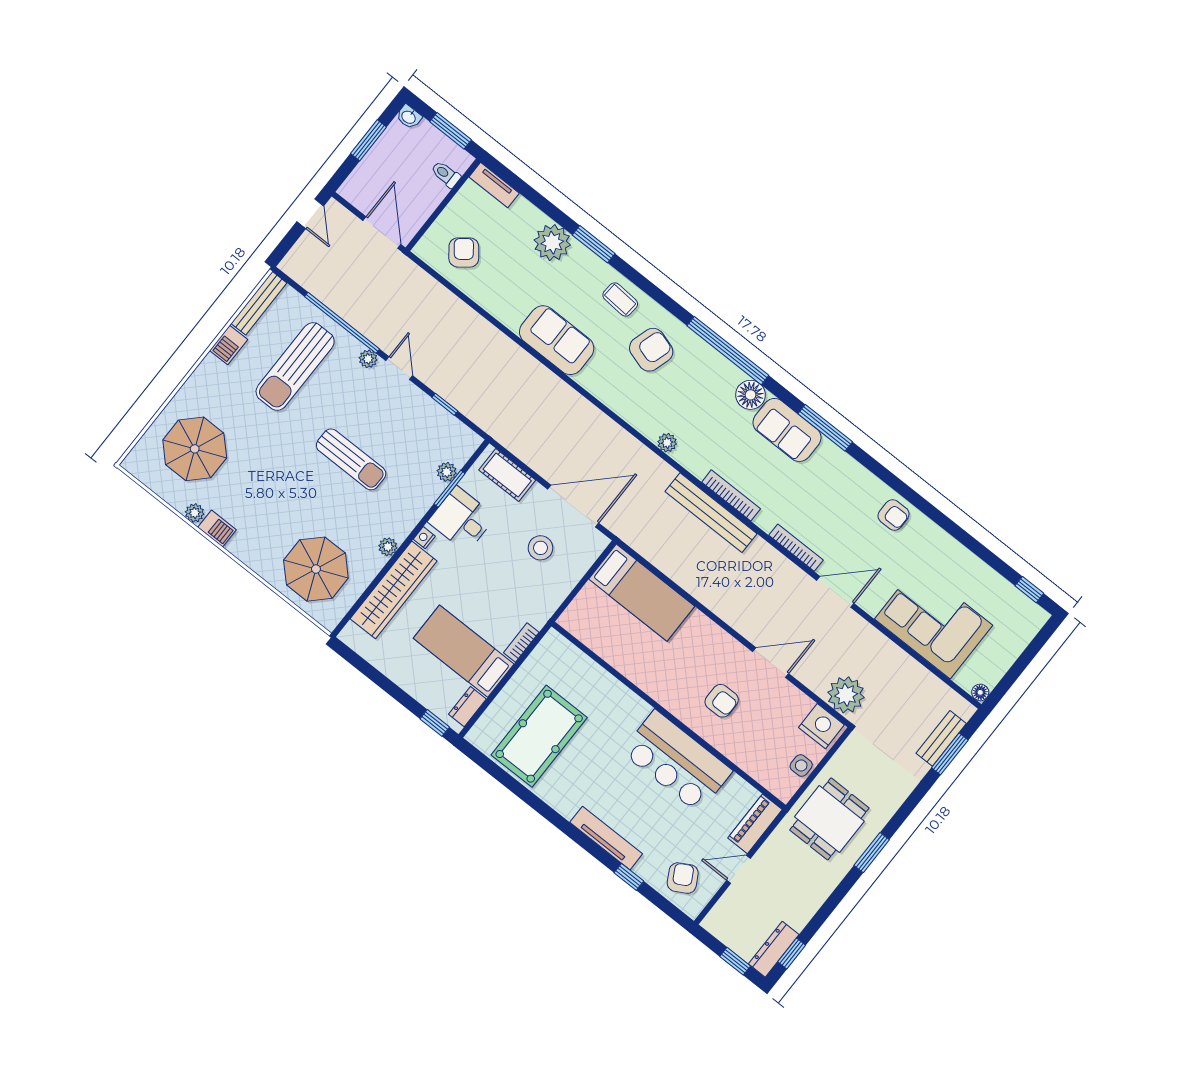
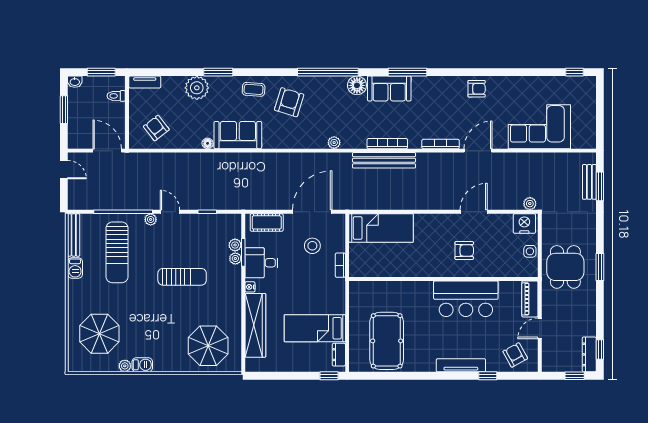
plant: (388, 547) -> (235, 259), moved
bookcase: (521, 643) -> (340, 265), moved
floor lamp: (980, 692) -> (208, 143), moved
plant: (846, 695) -> (530, 204), width x0.53, depth x0.53

